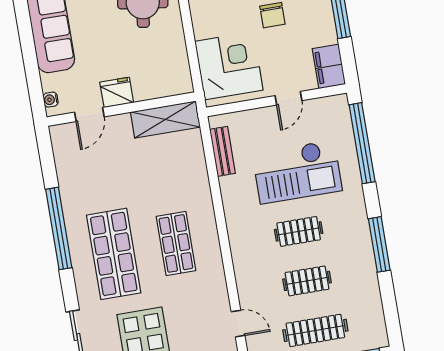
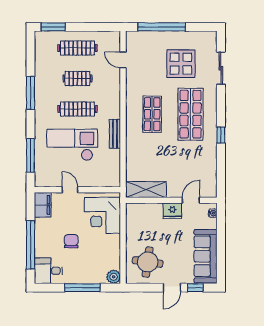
door: (289, 98) -> (70, 190), hinge flipped
window: (362, 143) -> (31, 155), width x0.68
bench: (223, 151) -> (115, 134), moved
window: (59, 228) -> (221, 135), width x0.32
clothes rail: (299, 231) -> (77, 109), width x1.36

